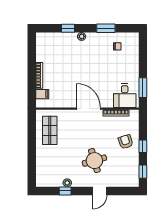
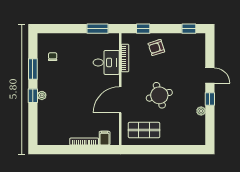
window: (68, 28) -> (33, 96), moved
desk: (125, 96) -> (106, 62), moved
door: (88, 109) -> (120, 100), moved
window: (143, 146) -> (143, 29), moved
round table: (94, 161) -> (159, 95), moved
window: (65, 191) -> (210, 99), moved

